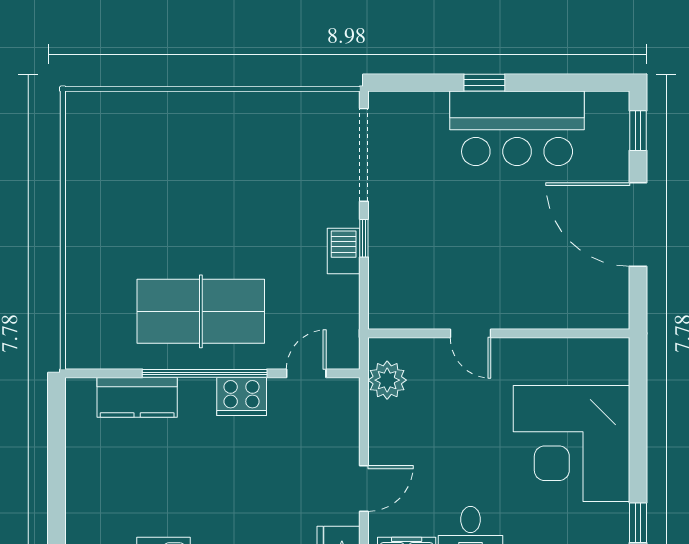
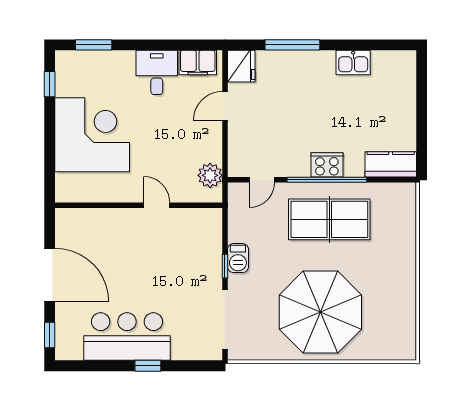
parasol: (215, 167) -> (320, 312), added
kitchen counter: (137, 397) -> (391, 164), moved
cooker: (242, 397) -> (327, 165), moved

